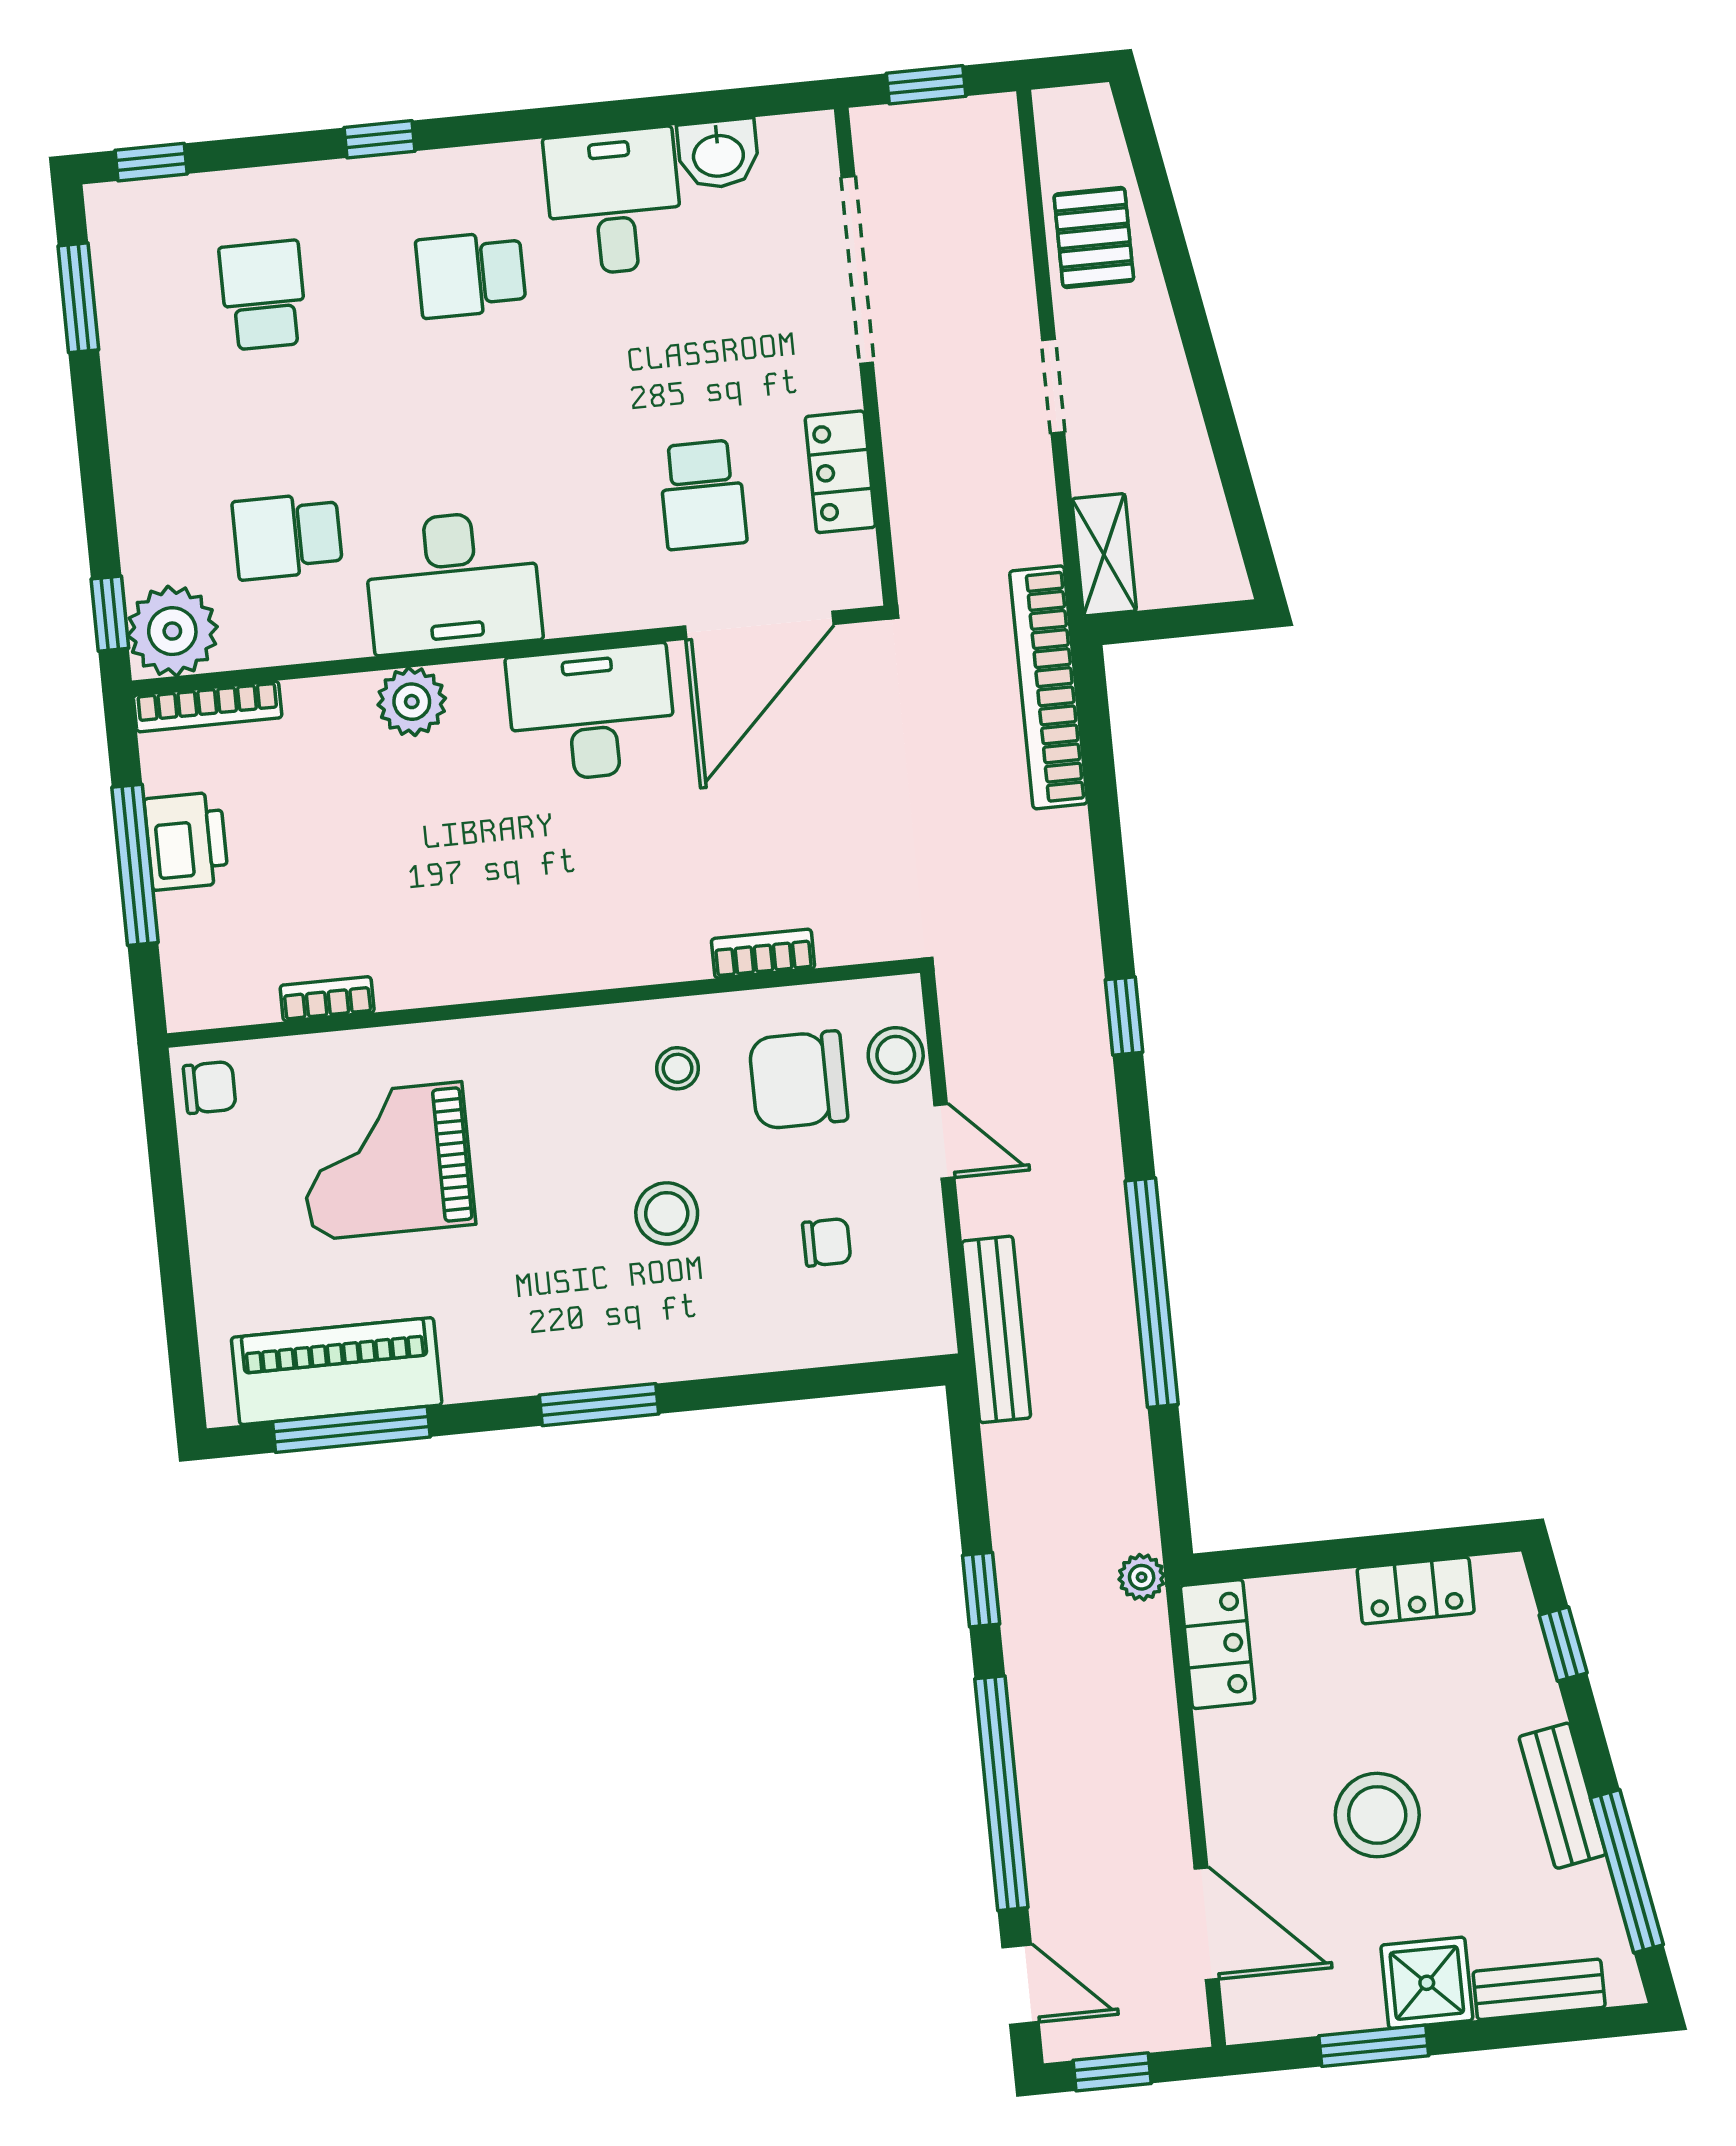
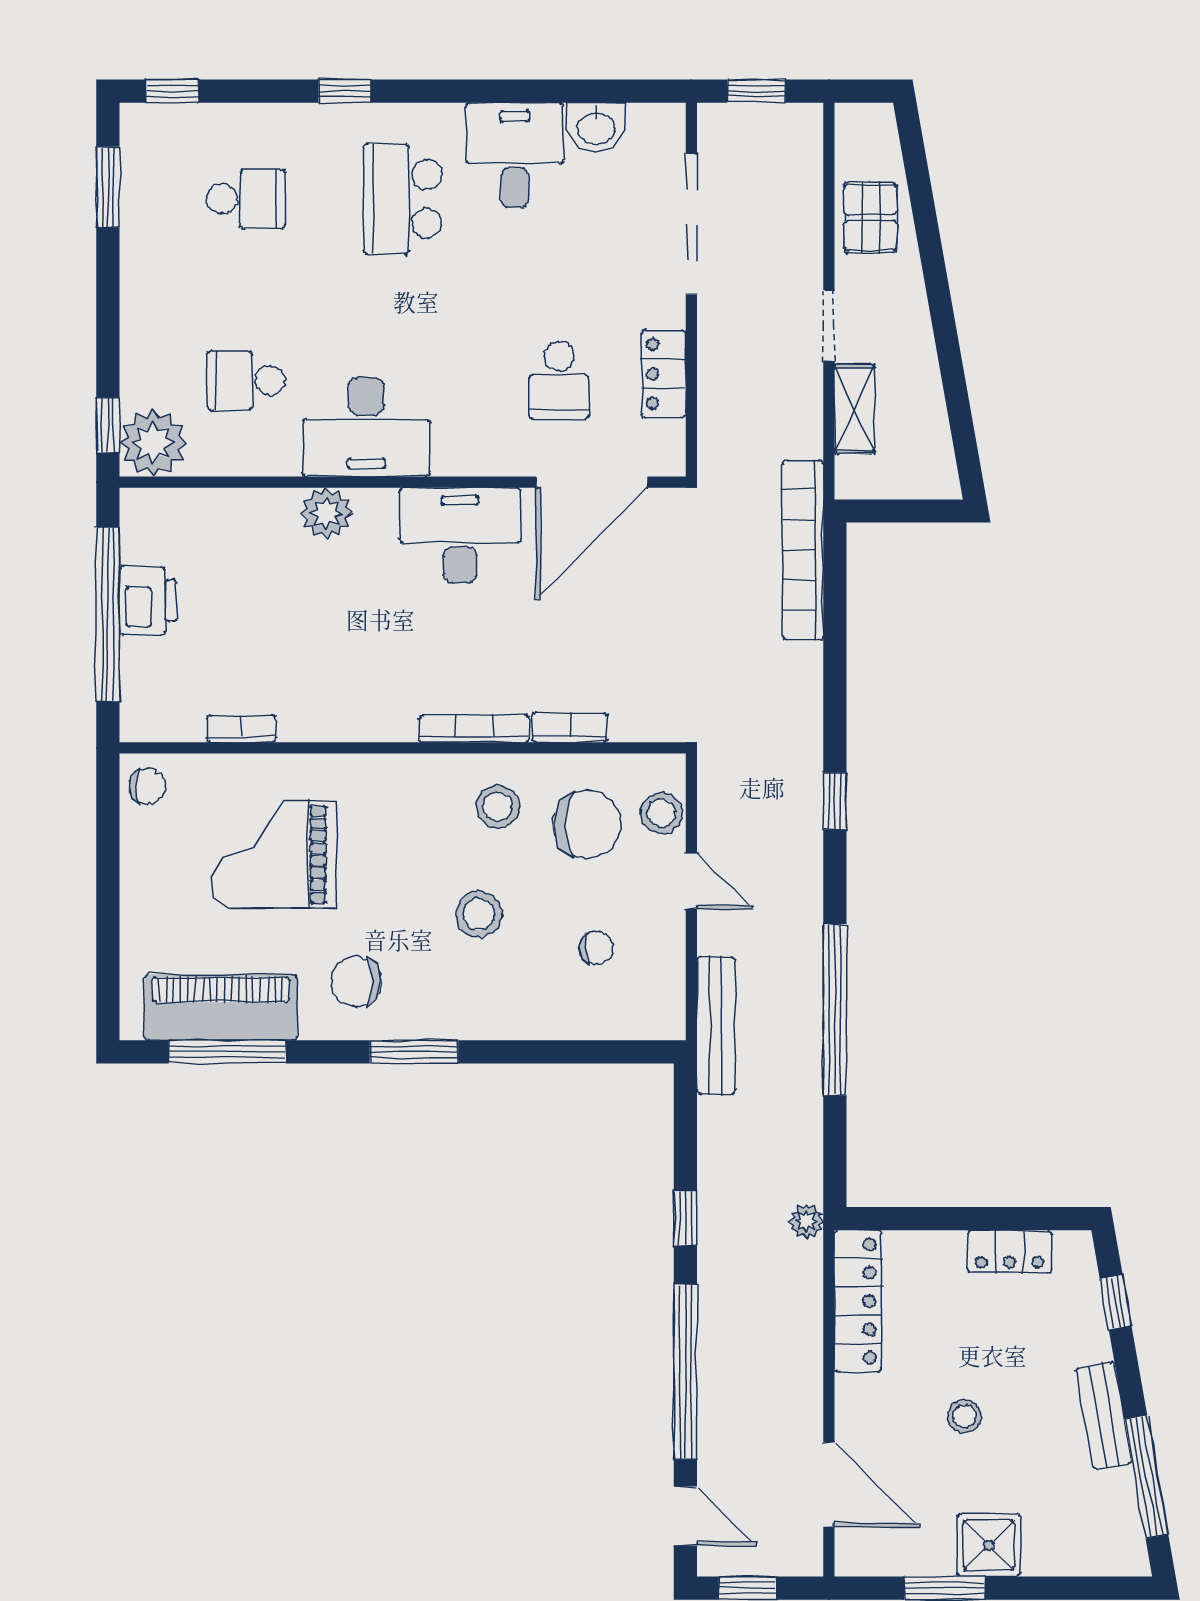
school desk: (471, 274) -> (403, 199), width x1.85
school desk: (263, 295) -> (246, 199), turned 90
shelving: (1104, 555) -> (854, 409), moved
bookcase: (208, 706) -> (474, 729), moved, turned 180
window: (135, 865) -> (108, 614), width x1.46
stool: (678, 1068) -> (498, 807), width x1.37, depth x1.37
chair: (798, 1080) -> (587, 824), turned 180
chair: (513, 1319) -> (356, 982), added
locker: (1218, 1644) -> (858, 1301), width x1.53
stool: (1377, 1815) -> (964, 1416), width x0.53, depth x0.53
bench: (1539, 1989) -> (1072, 1558), removed

